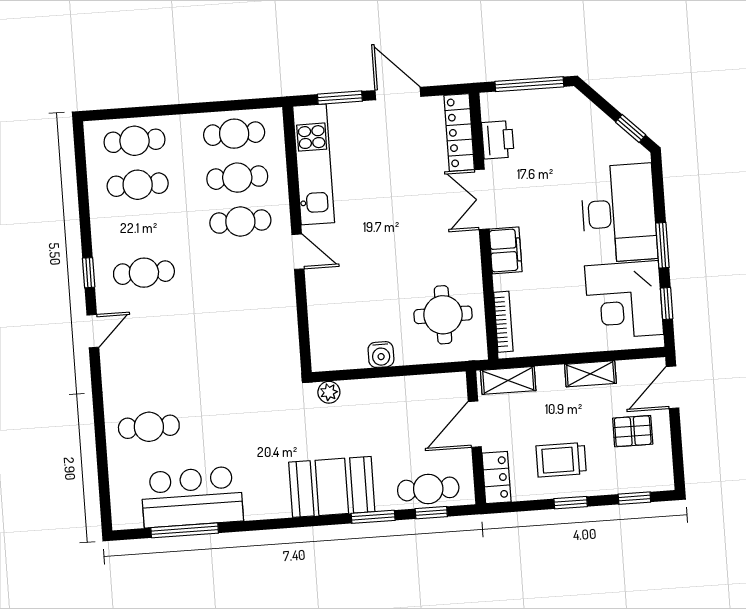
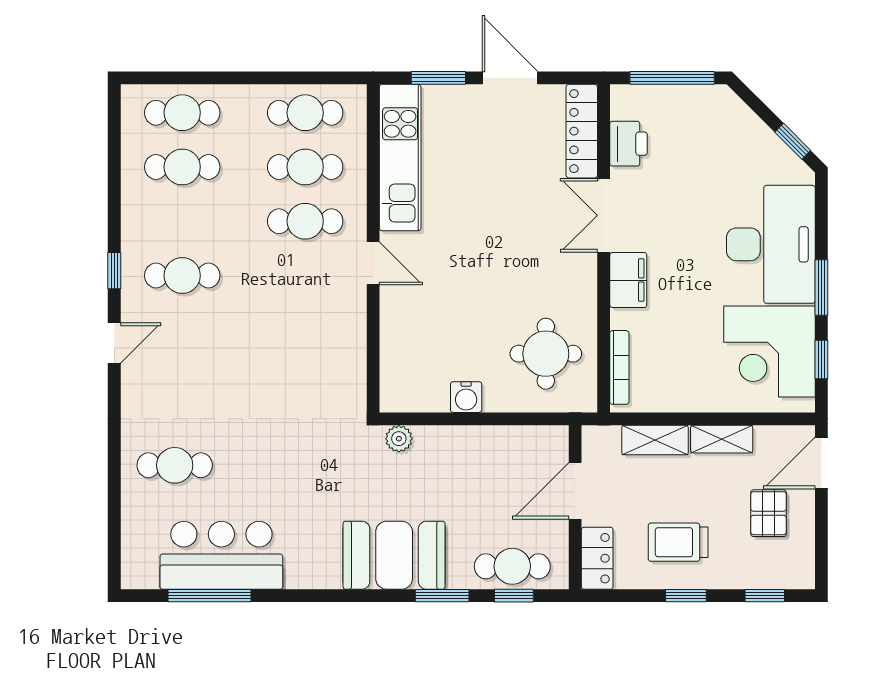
shelving: (508, 380) -> (655, 440), moved
pallet: (633, 431) -> (769, 513), turned 90

